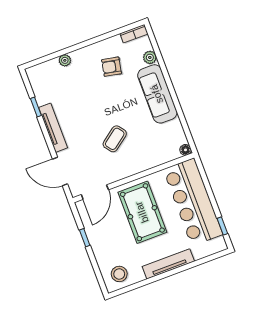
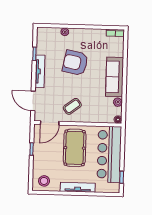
plant: (150, 57) -> (118, 102), moved
armchair: (112, 67) -> (75, 63), moved, width x1.88, depth x1.88
coffee table: (115, 139) -> (72, 106), moved

